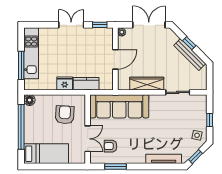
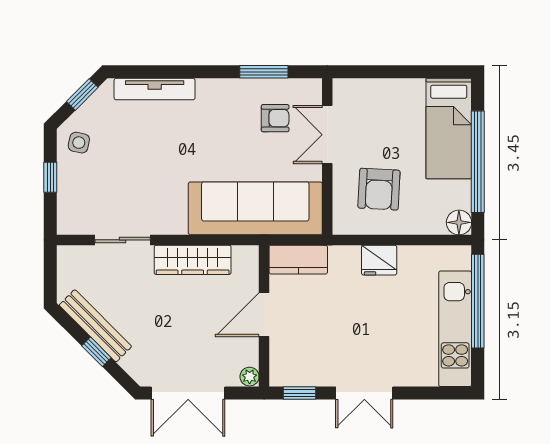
window: (21, 65) -> (478, 301), width x1.46
kitchen counter: (86, 84) -> (298, 260), moved
bed: (46, 154) -> (449, 129), moved, turned -90

